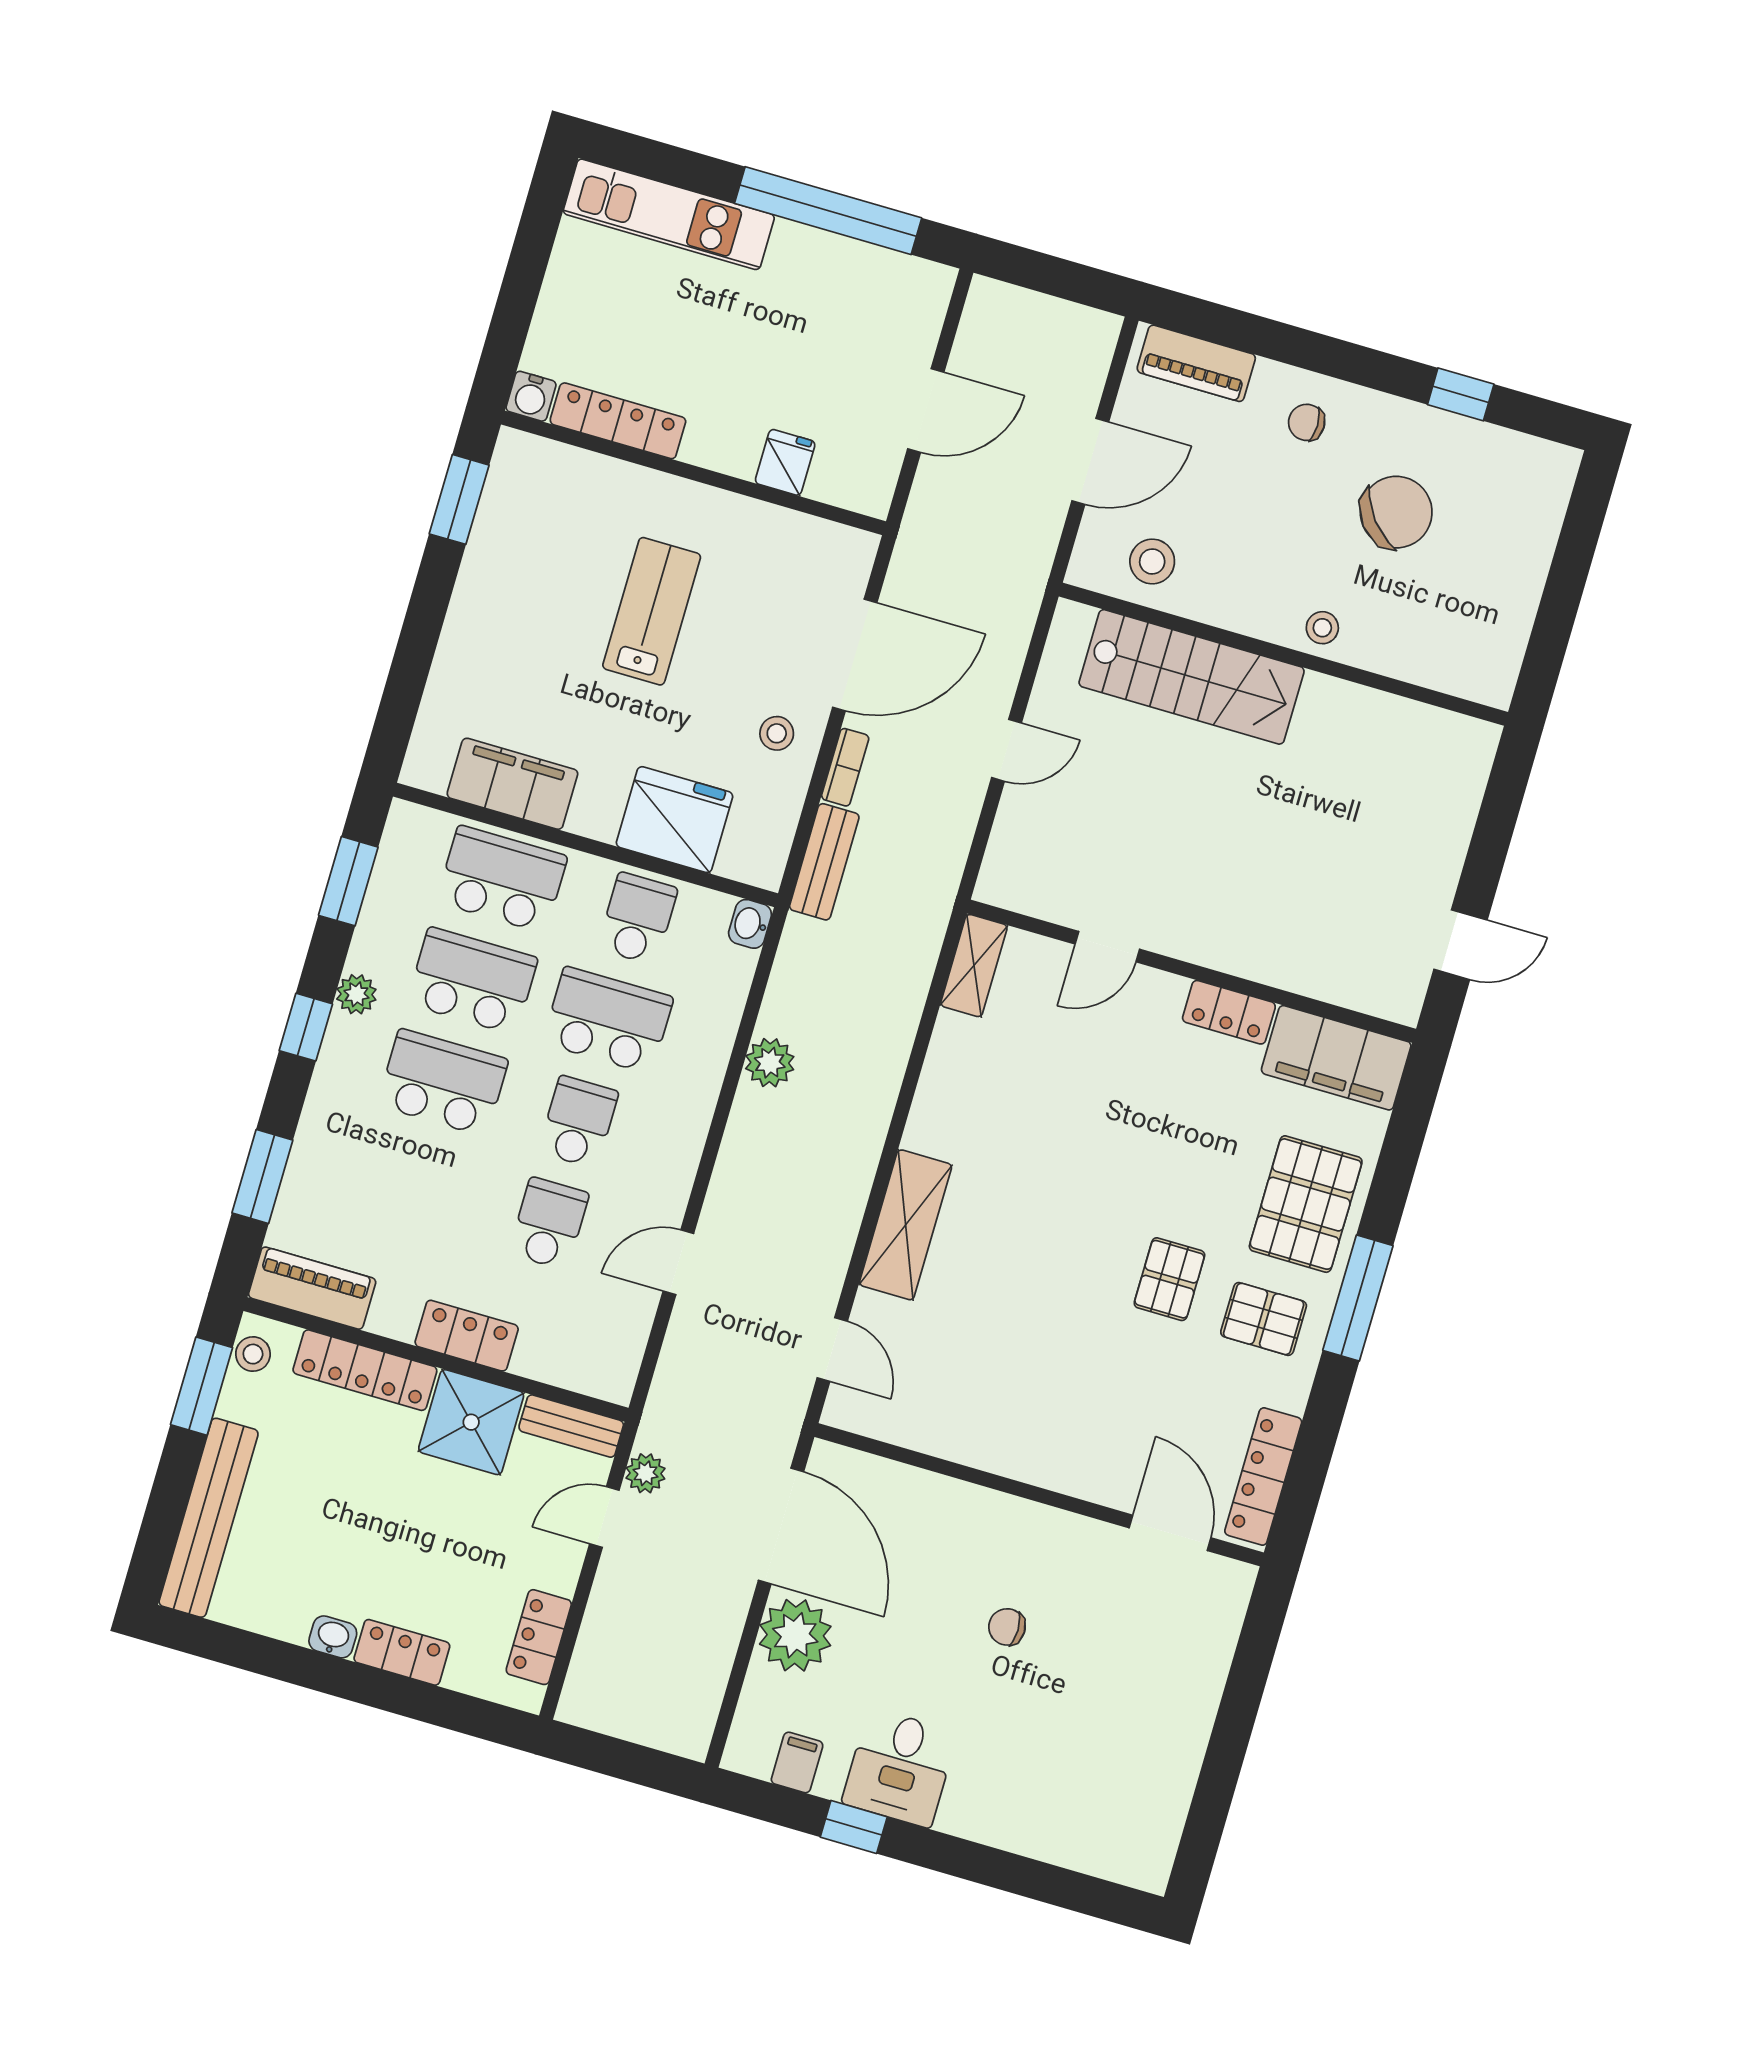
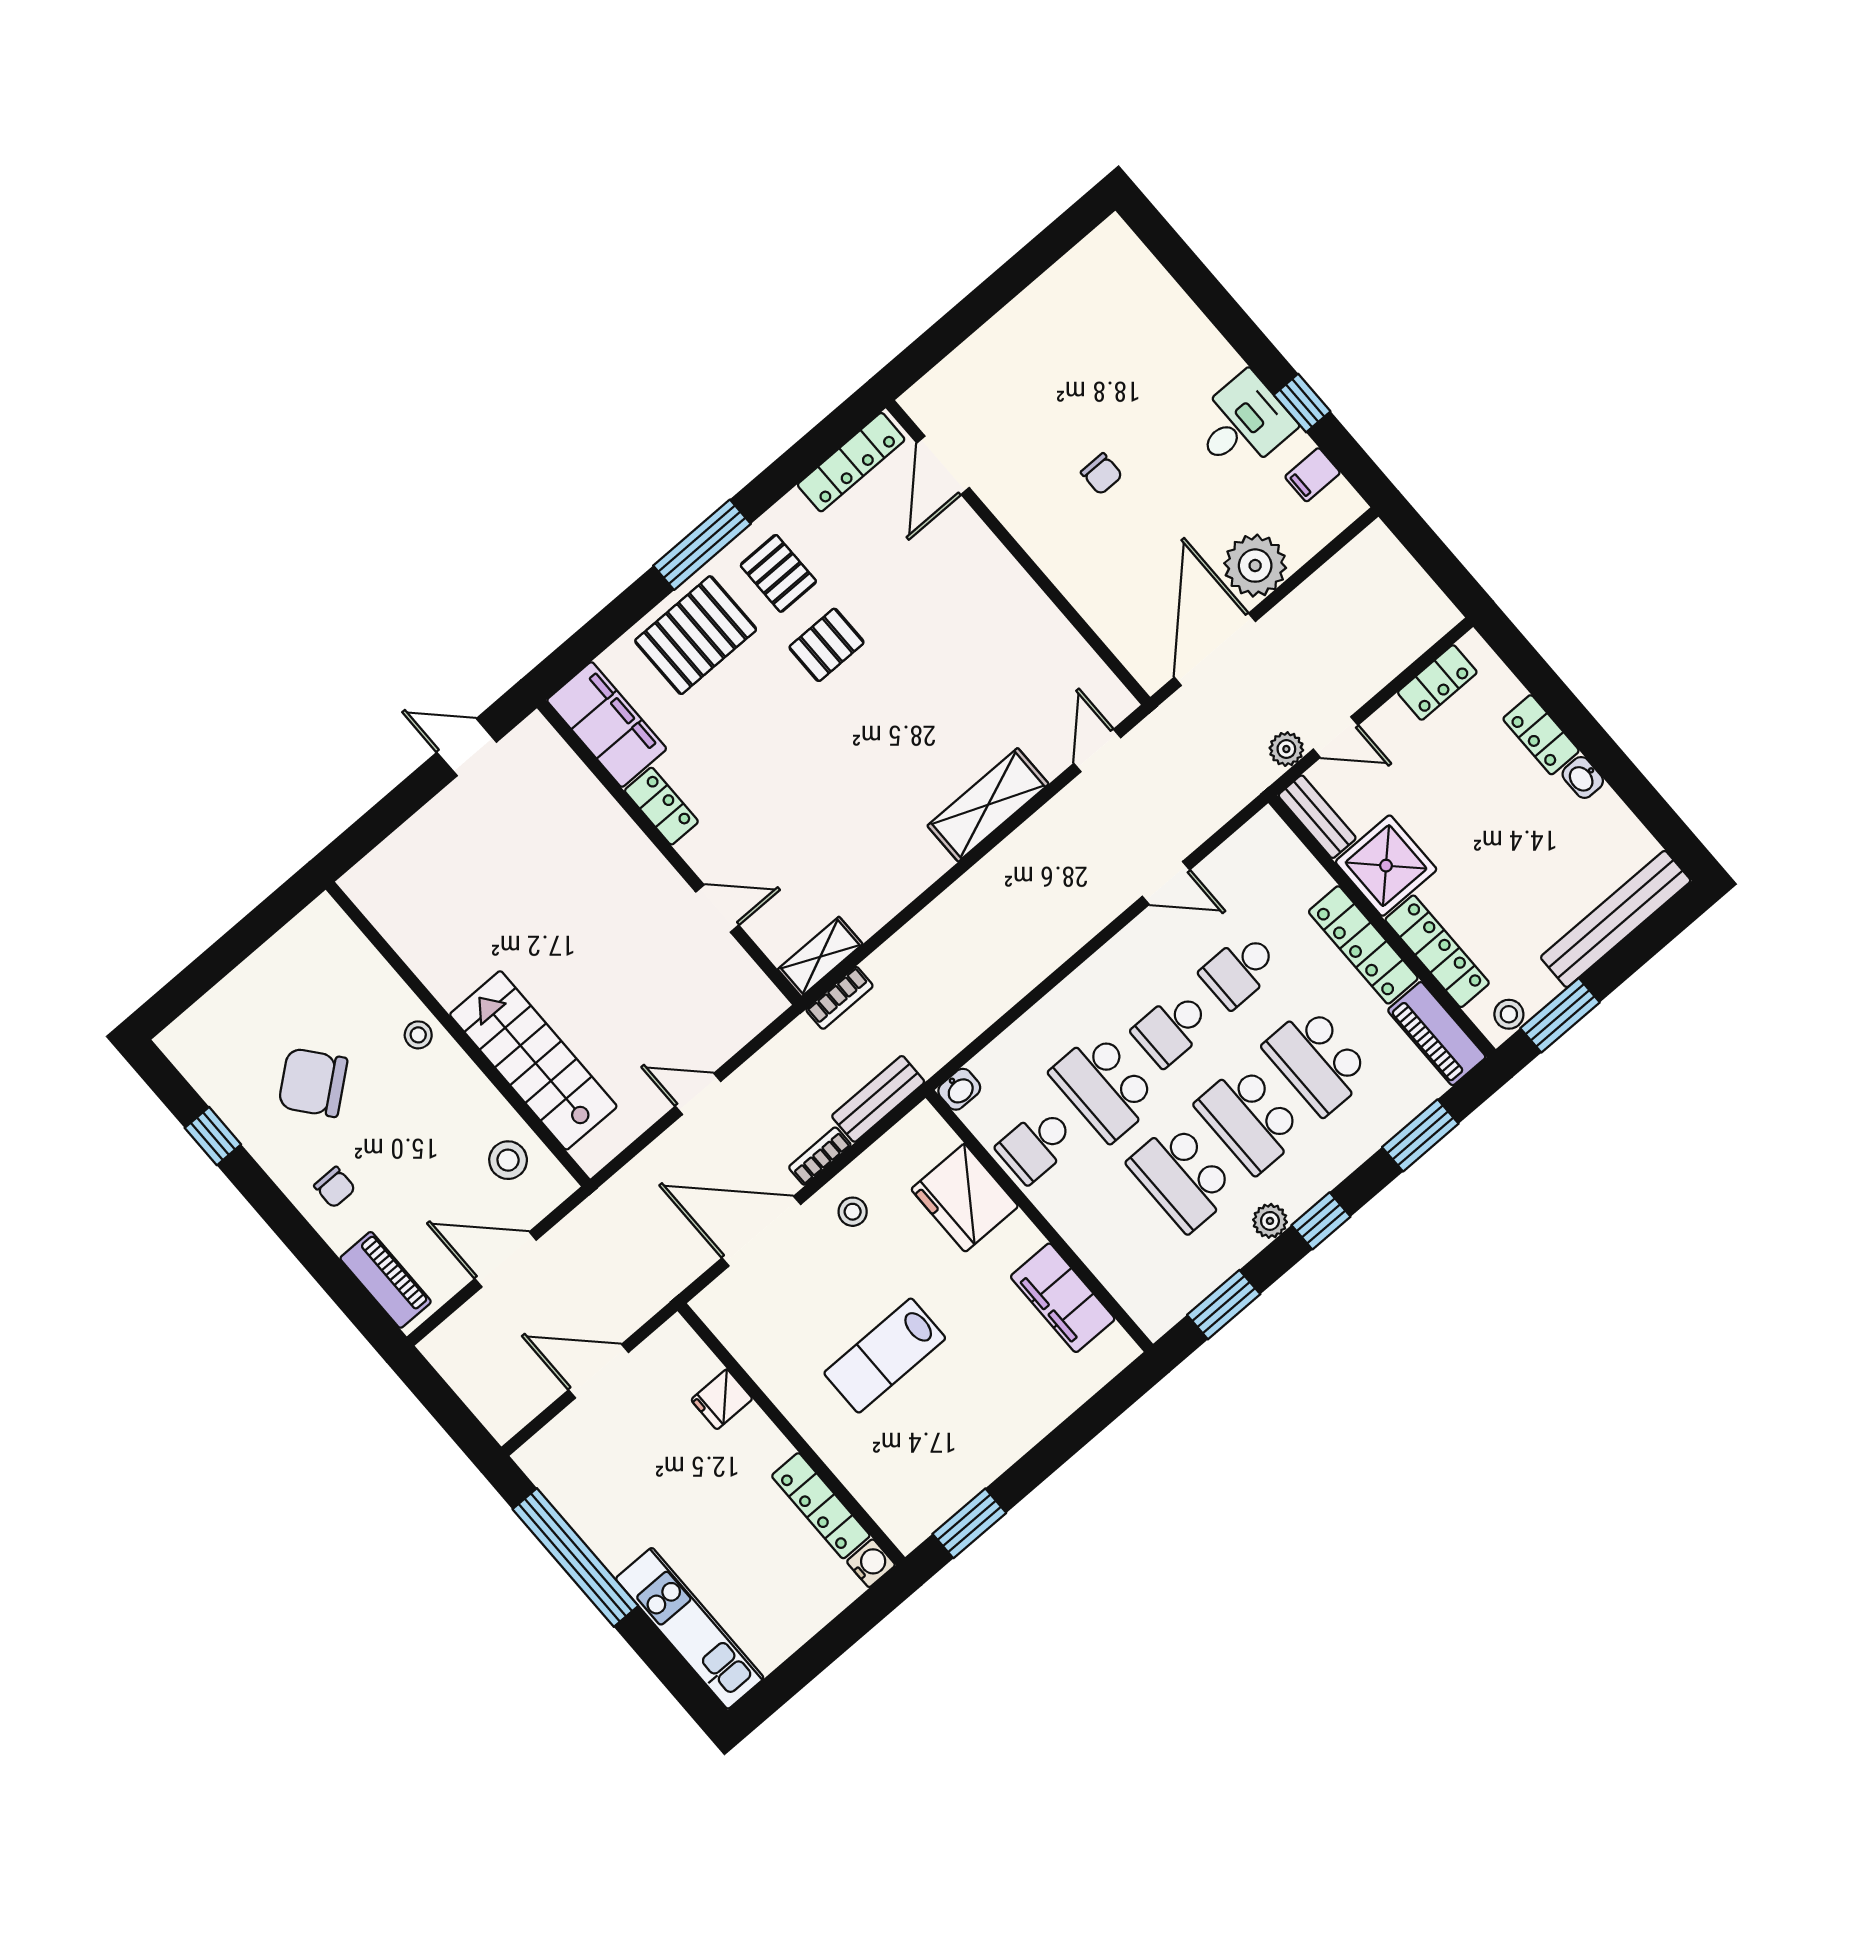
school desk: (502, 879) -> (1317, 1060), moved
bookcase: (928, 937) -> (840, 998), added
plant: (770, 1063) -> (1009, 982), removed
locker: (467, 1336) -> (1363, 945), width x1.53

